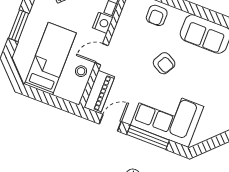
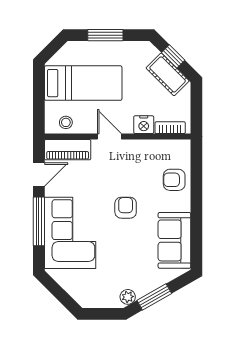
armchair: (164, 63) -> (126, 208), turned 151
stool: (81, 71) -> (66, 122), moved
door: (110, 123) -> (39, 174), hinge flipped

